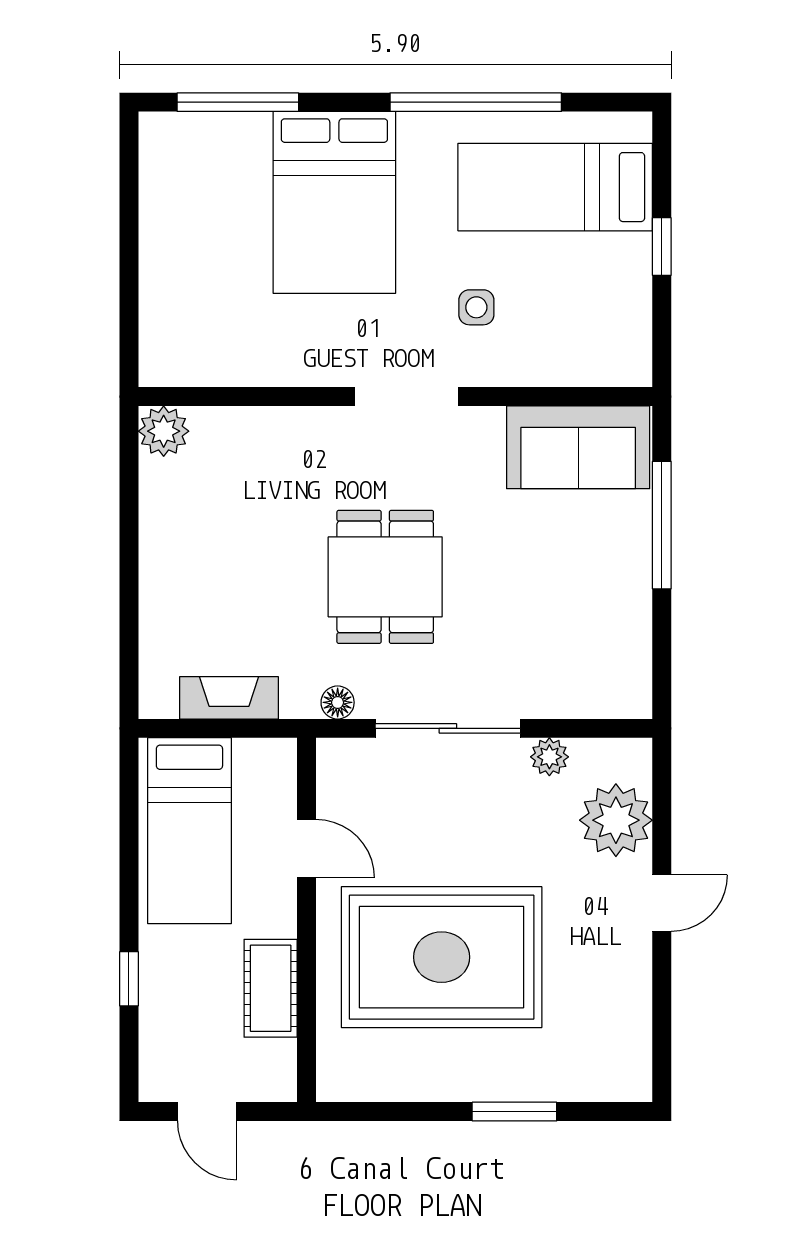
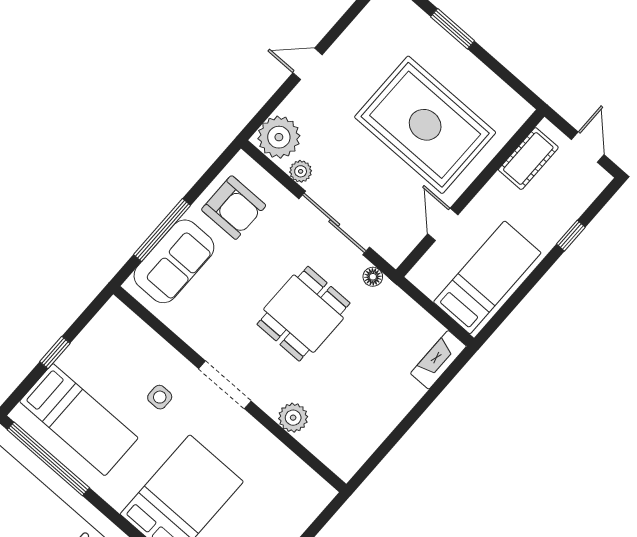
window: (476, 102) -> (48, 459), moved
plant: (164, 431) -> (293, 418), moved
sofa: (578, 447) -> (174, 261), moved, turned 90
armchair: (595, 635) -> (234, 208), added
fireplace: (229, 698) -> (438, 360), moved, turned 90
plant: (616, 820) -> (279, 137), moved
cot: (271, 988) -> (528, 159), moved

